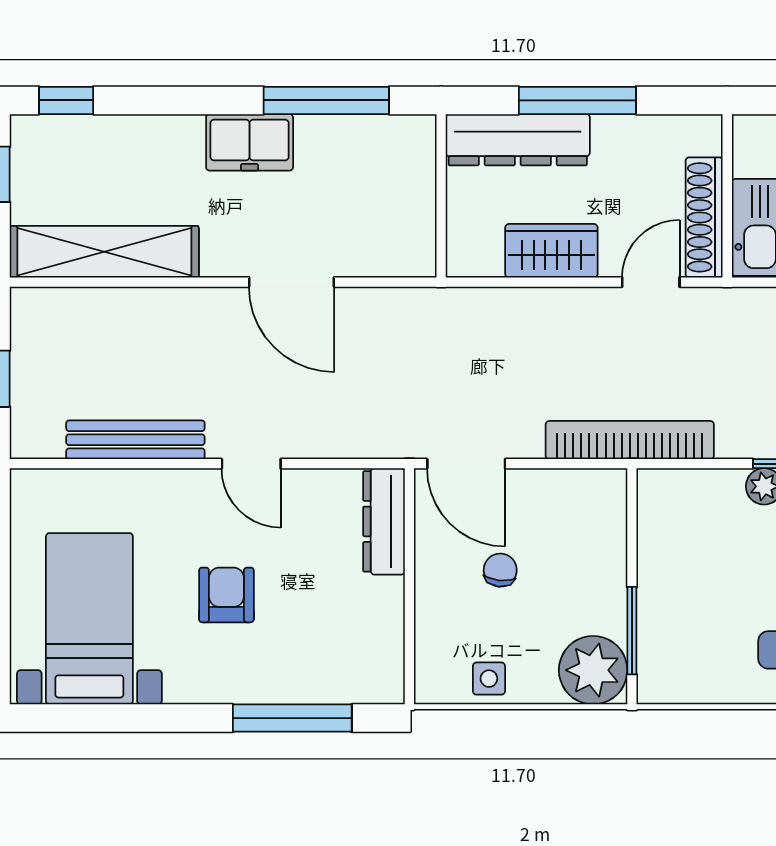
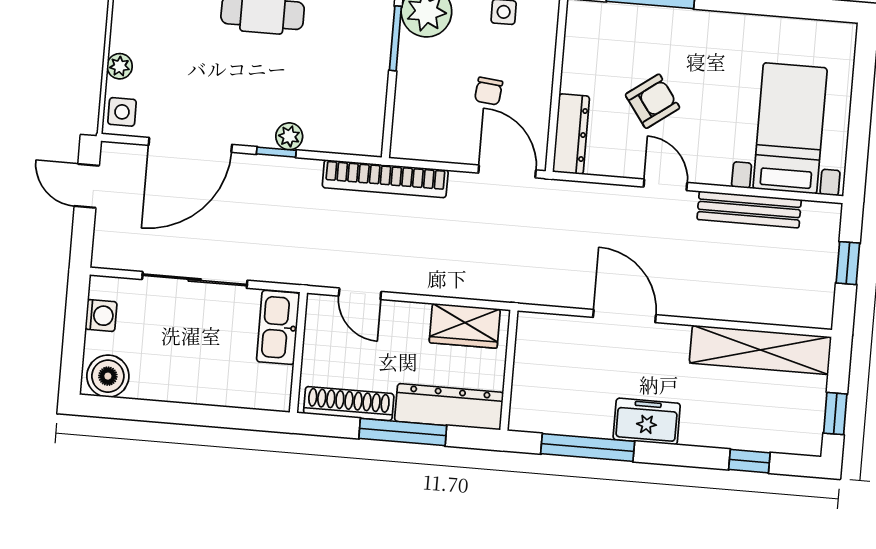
window: (66, 100) -> (749, 461), moved
shoe rack: (704, 217) -> (349, 404), moved, turned -90
wardrobe: (551, 251) -> (465, 326), moved
door: (651, 282) -> (360, 294), hinge flipped
armchair: (226, 595) -> (653, 101), moved, turned -126
bed with nightstands: (89, 619) -> (790, 128), moved, turned 180

